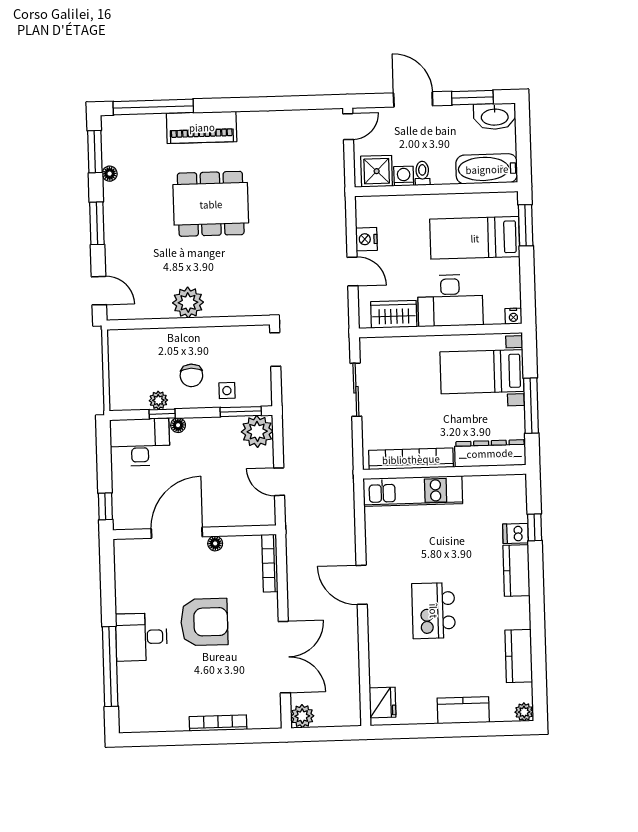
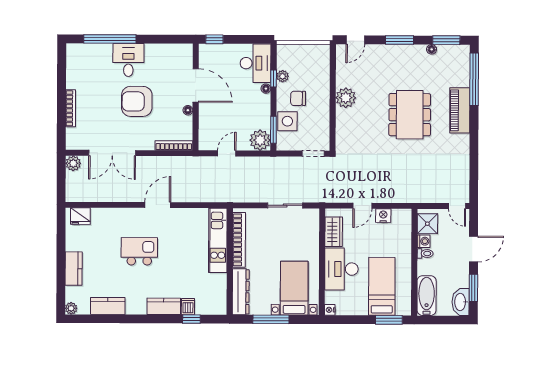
side table: (227, 391) -> (287, 121), width x1.87, depth x1.87
armchair: (204, 622) -> (137, 101), turned 90

